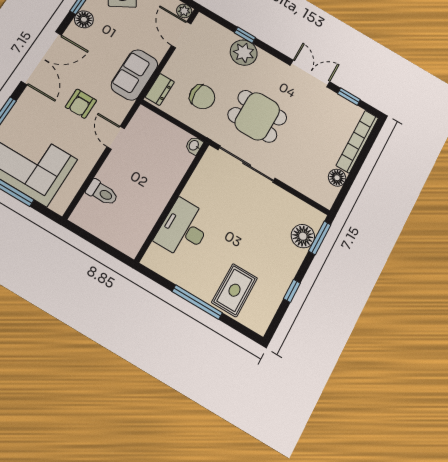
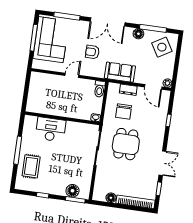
door: (181, 35) -> (153, 87), swing flipped
plant: (244, 53) -> (158, 124), removed
dresser: (160, 89) -> (128, 90), moved
door: (116, 138) -> (72, 75), moved
toilet: (102, 193) -> (100, 89), moved
rug: (235, 290) -> (31, 166), turned 90

